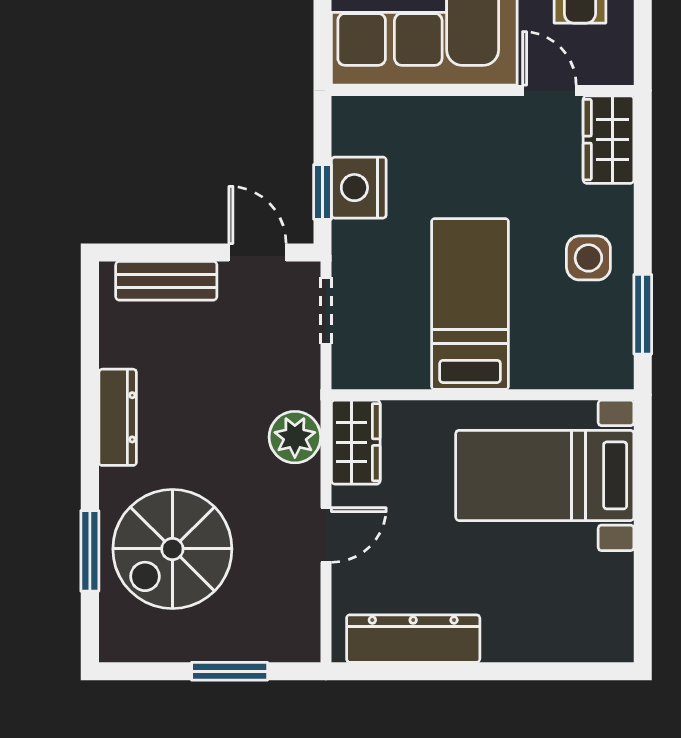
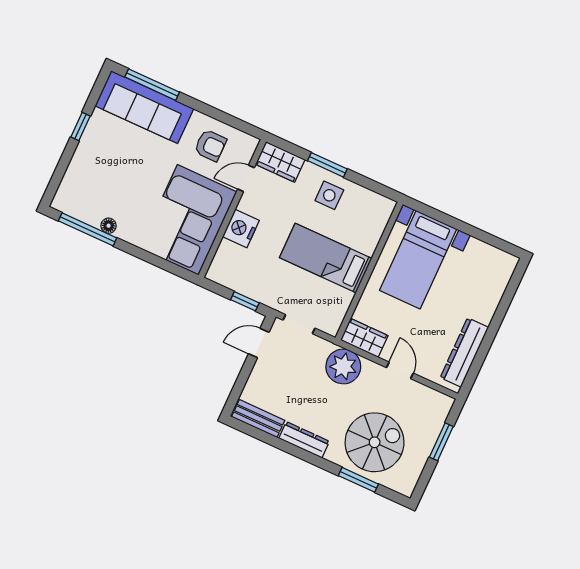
nightstand: (359, 188) -> (241, 229), moved, turned 90
bench: (166, 281) -> (258, 419), moved, turned 90
window: (643, 314) -> (327, 165), moved
plant: (295, 437) -> (343, 366), width x1.36, depth x1.36
spiral stairs: (172, 549) -> (375, 442), turned -90

